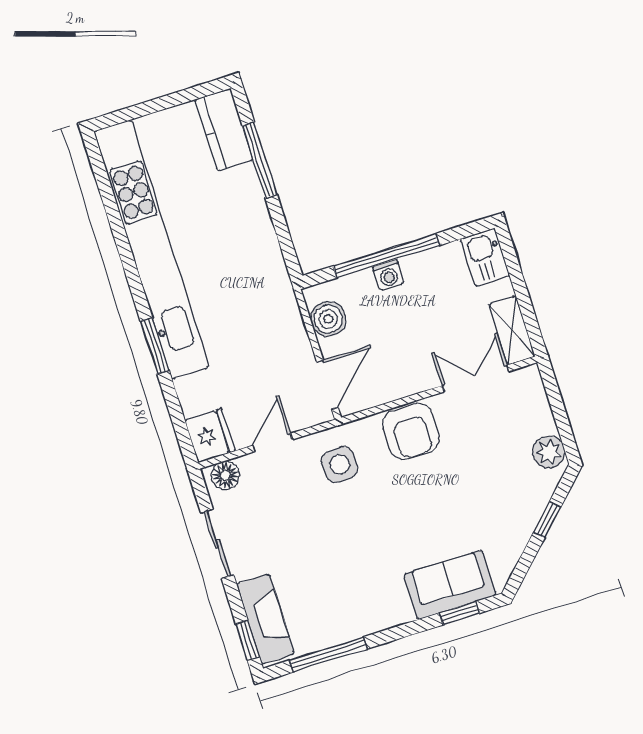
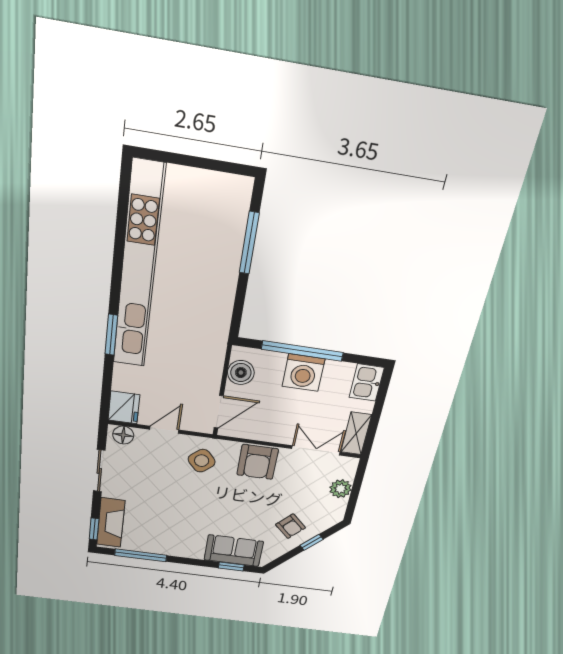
kitchen counter: (224, 130) -> (234, 207), removed
washing machine: (388, 275) -> (303, 373), width x1.89, depth x1.89
plant: (549, 452) -> (341, 489), moved
side table: (340, 464) -> (202, 461), turned -36
armchair: (505, 508) -> (290, 526), added

